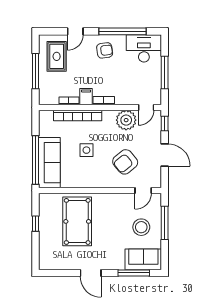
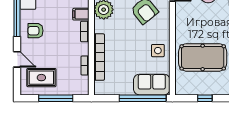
armchair: (105, 50) -> (36, 31), turned -82
filing cabinet: (86, 97) -> (81, 14), moved
side table: (86, 150) -> (158, 51), moved
sofa: (49, 163) -> (152, 85), width x0.73

